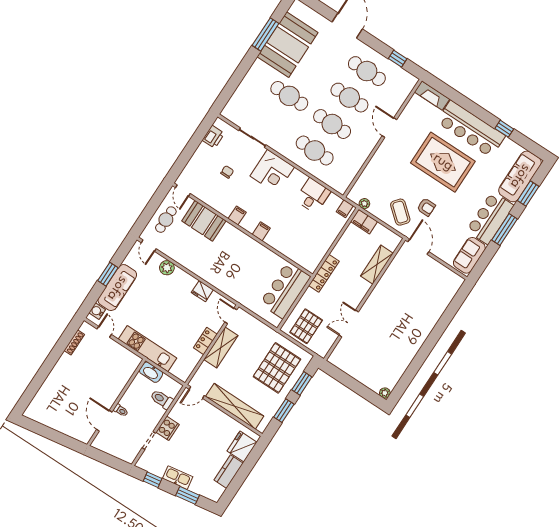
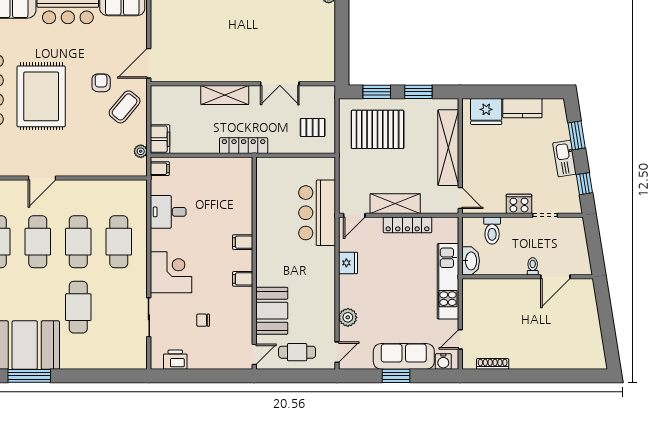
shelving: (377, 265) -> (225, 95), moved
bar counter: (285, 290) -> (317, 213), moved, turned 90
pallet: (306, 326) -> (313, 127), width x0.67, depth x0.71
locker: (205, 341) -> (407, 225), width x1.53

